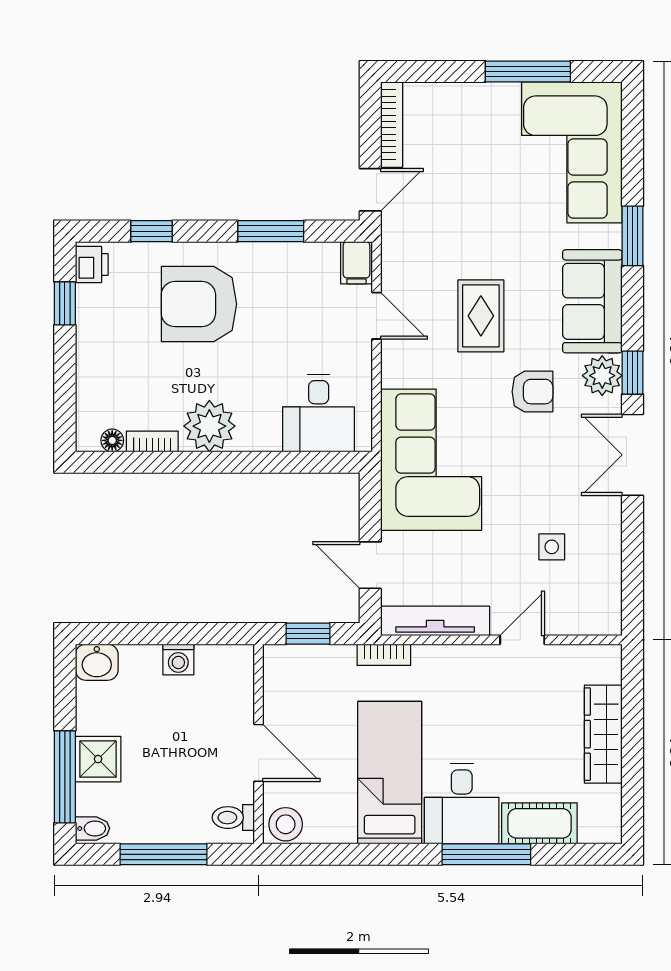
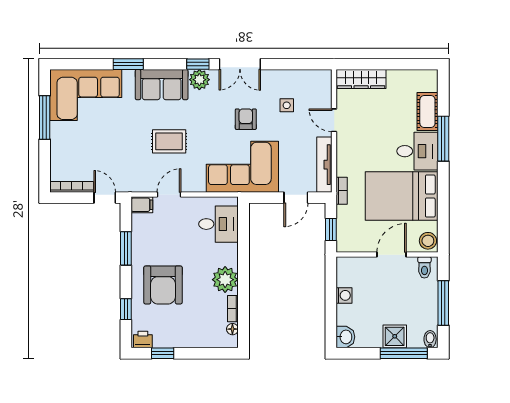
armchair: (532, 392) -> (246, 119), moved
wardrobe: (603, 734) -> (361, 79), moved
bed: (390, 773) -> (402, 196), width x1.50

